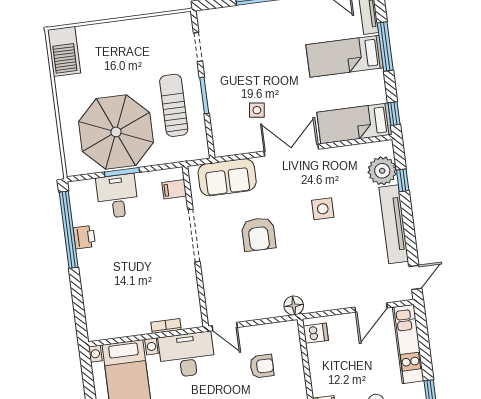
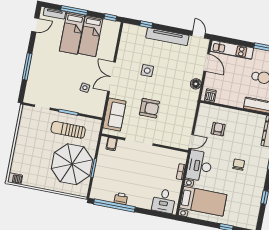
barbecue: (64, 51) -> (15, 179), width x0.53, depth x0.65
bed: (354, 123) -> (91, 36), moved
plant: (382, 171) -> (138, 33), removed
desk: (117, 196) -> (164, 201), moved, turned -90
floor lamp: (294, 306) -> (196, 84), moved

